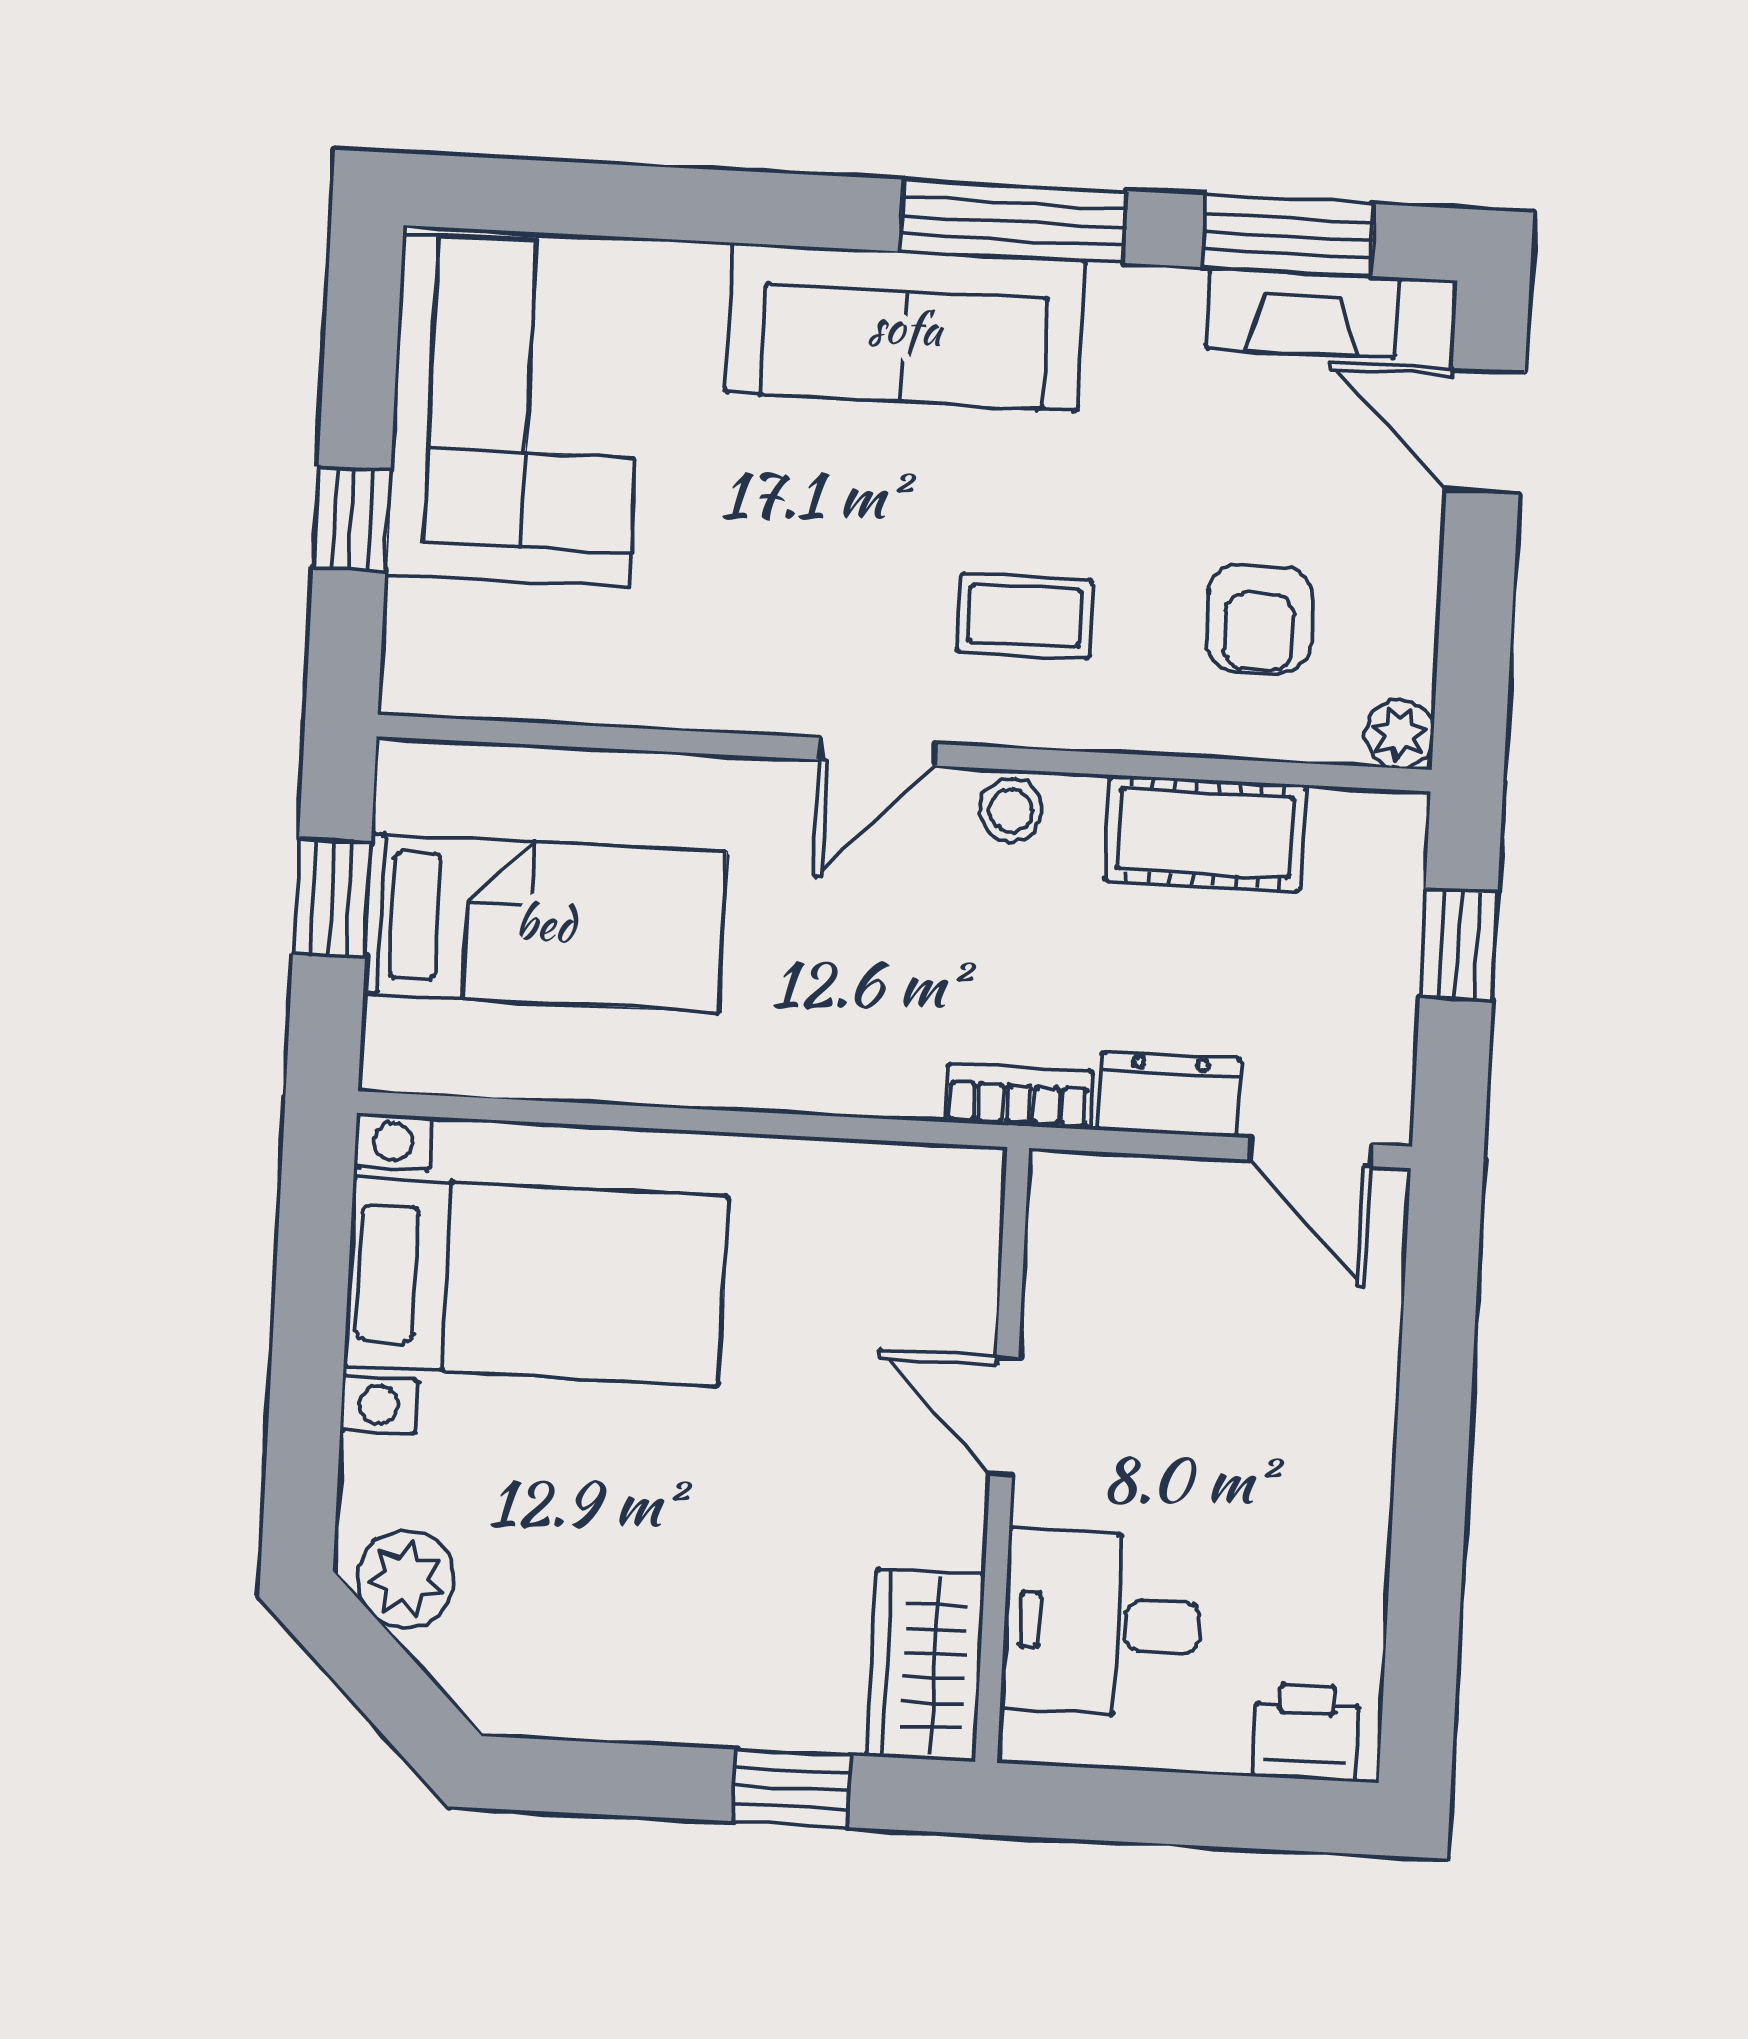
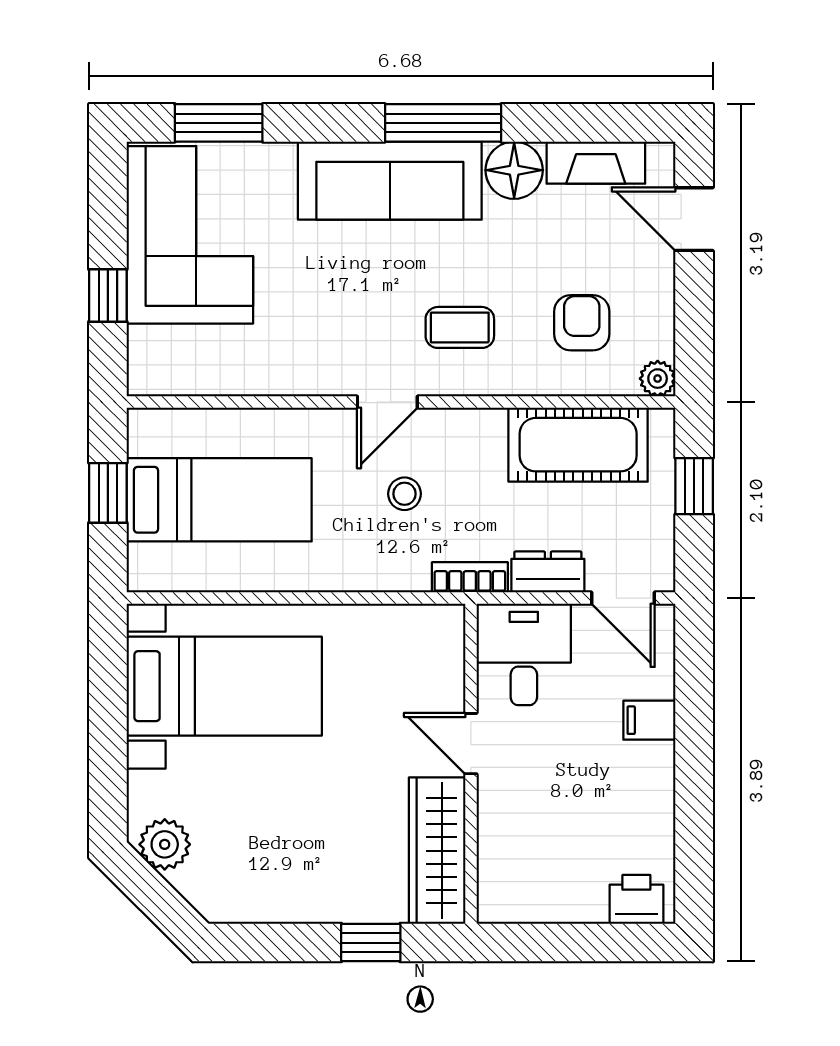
window: (1289, 236) -> (219, 123), moved
floor lamp: (1145, 319) -> (514, 170), added
armchair: (1259, 619) -> (582, 323), turned 180
stool: (1011, 810) -> (404, 494), moved
cot: (1205, 833) -> (578, 445), width x1.37, depth x1.34
filing cabinet: (1349, 1389) -> (649, 720), added
desk: (1102, 1624) -> (524, 654), moved, turned 90
wardrobe: (926, 1665) -> (437, 851), width x1.50

